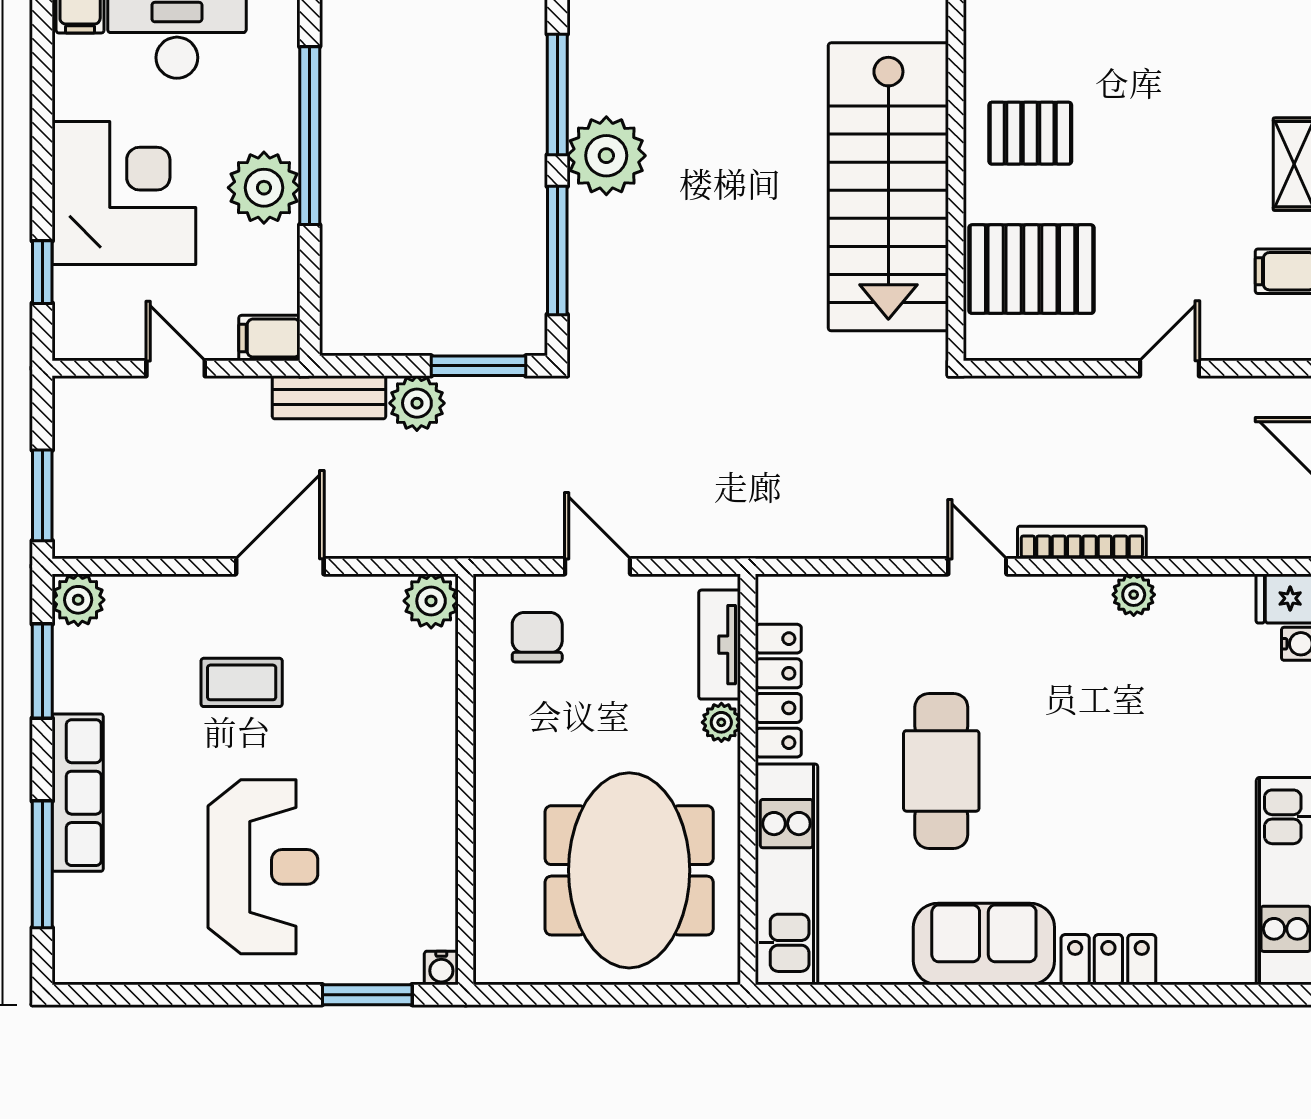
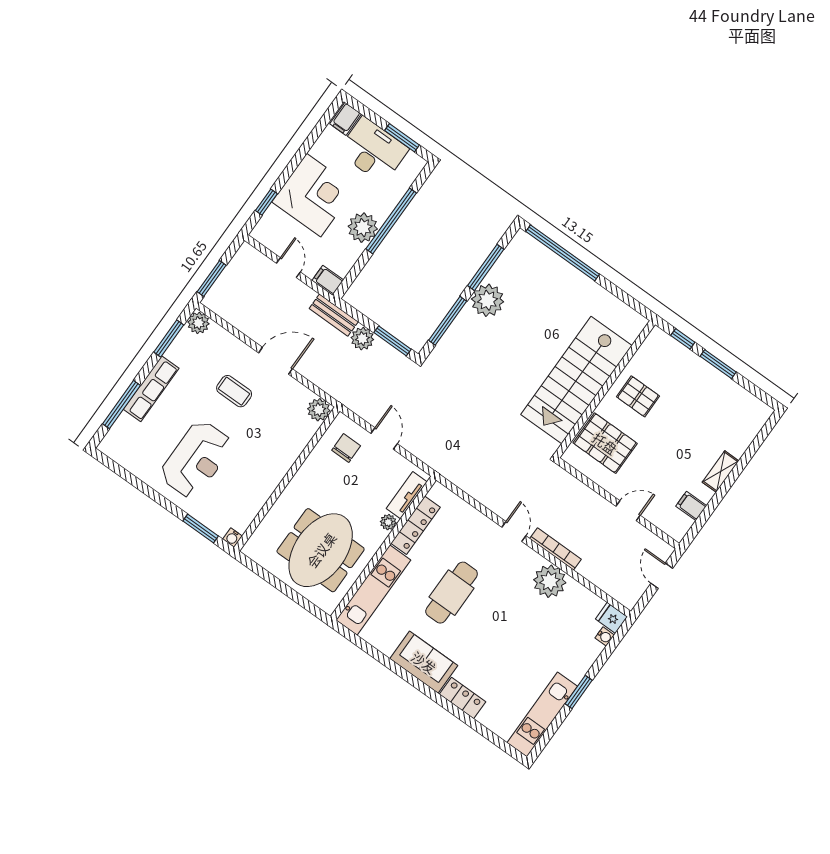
plant: (1134, 595) -> (550, 581), width x1.87, depth x1.87

